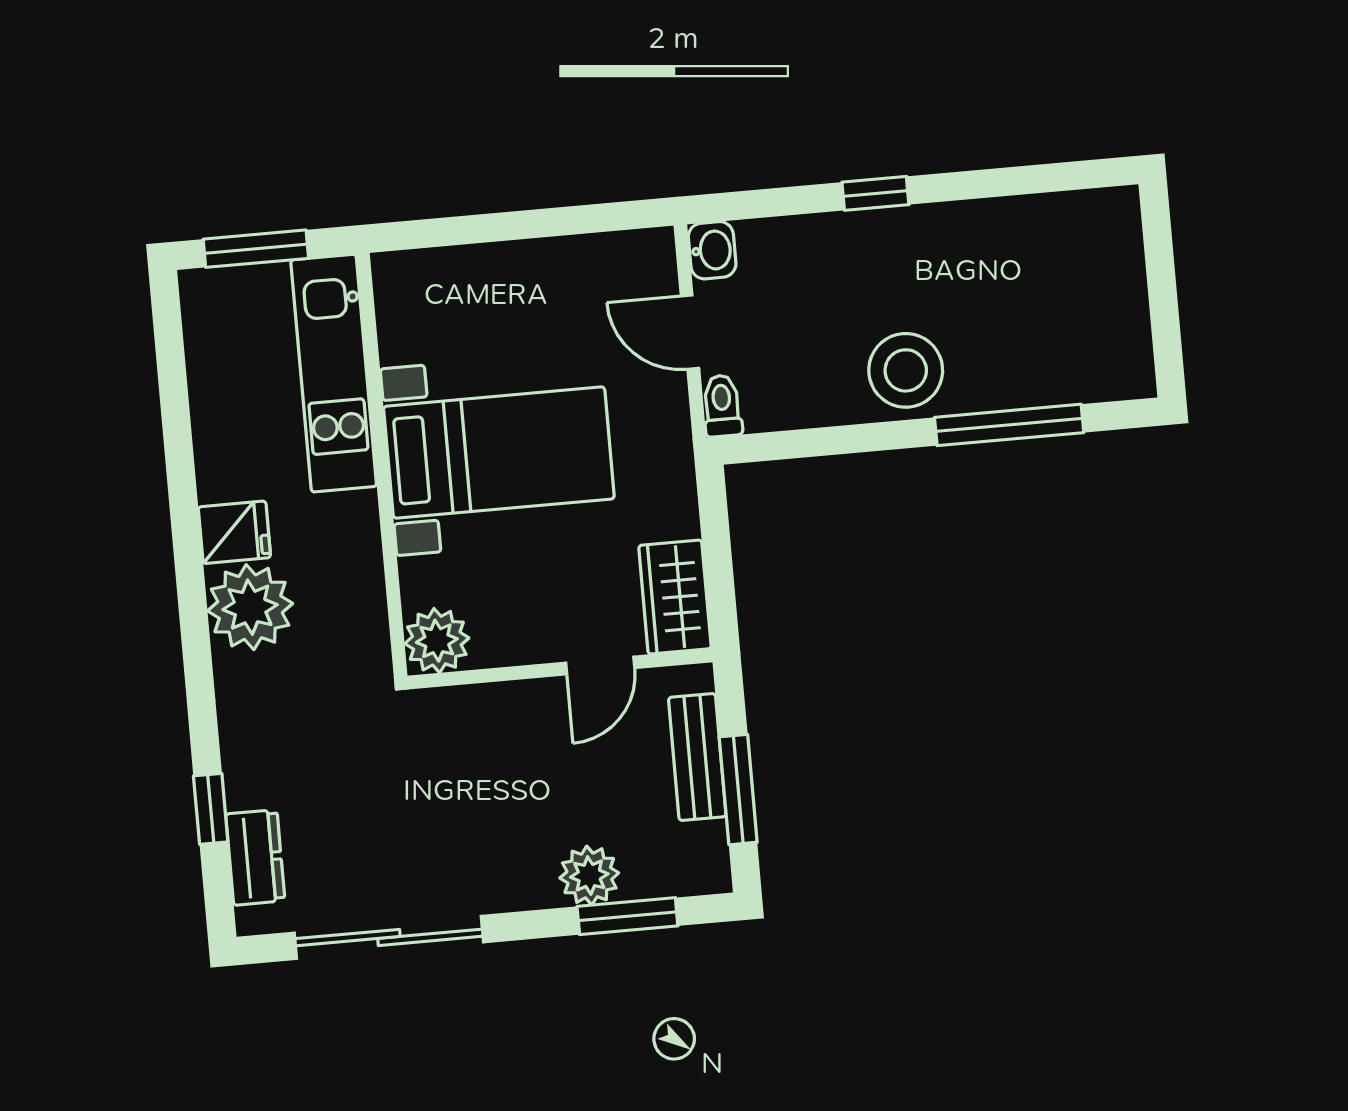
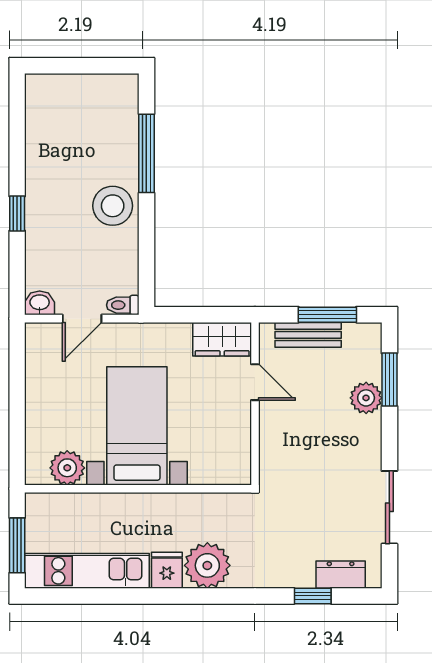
kitchen unit: (334, 373) -> (87, 571), moved, turned 180
plant: (437, 641) -> (67, 468), moved
sliding door: (389, 937) -> (389, 507), width x0.73

